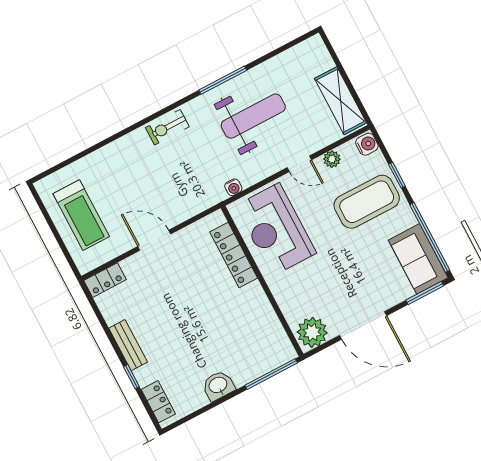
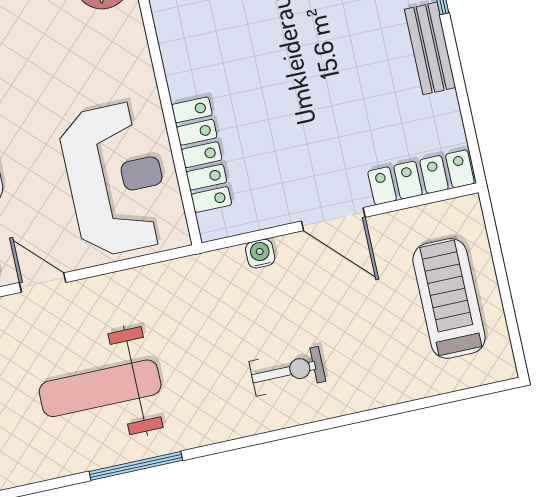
exercise bike: (167, 127) -> (287, 371), moved
water cooler: (233, 187) -> (260, 254), moved
locker: (105, 280) -> (421, 177), width x1.53

